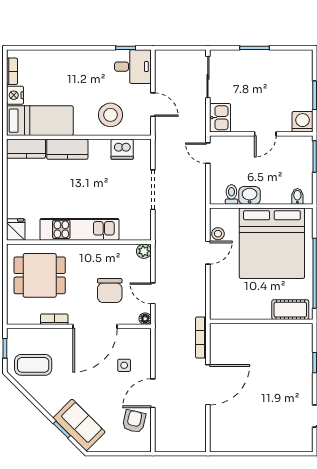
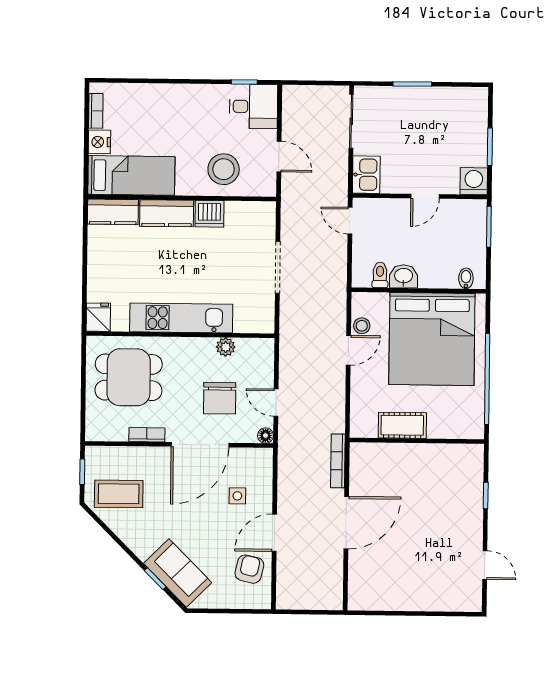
dishwasher: (122, 149) -> (209, 214), moved
plant: (144, 251) -> (226, 347), moved
cot: (290, 310) -> (402, 425), moved

